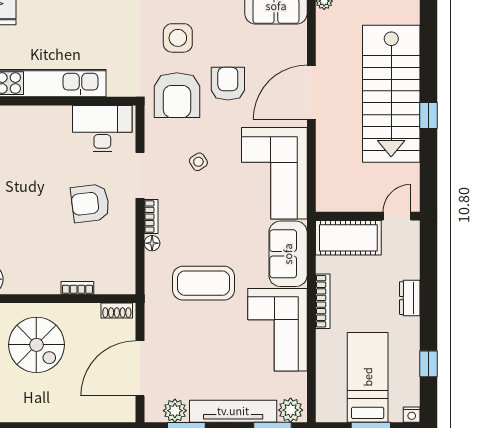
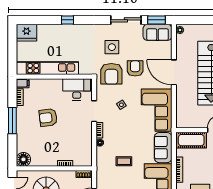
door: (311, 92) -> (174, 72), hinge flipped
armchair: (90, 203) -> (48, 118), moved
coffee table: (204, 283) -> (124, 161), width x0.54, depth x0.58

